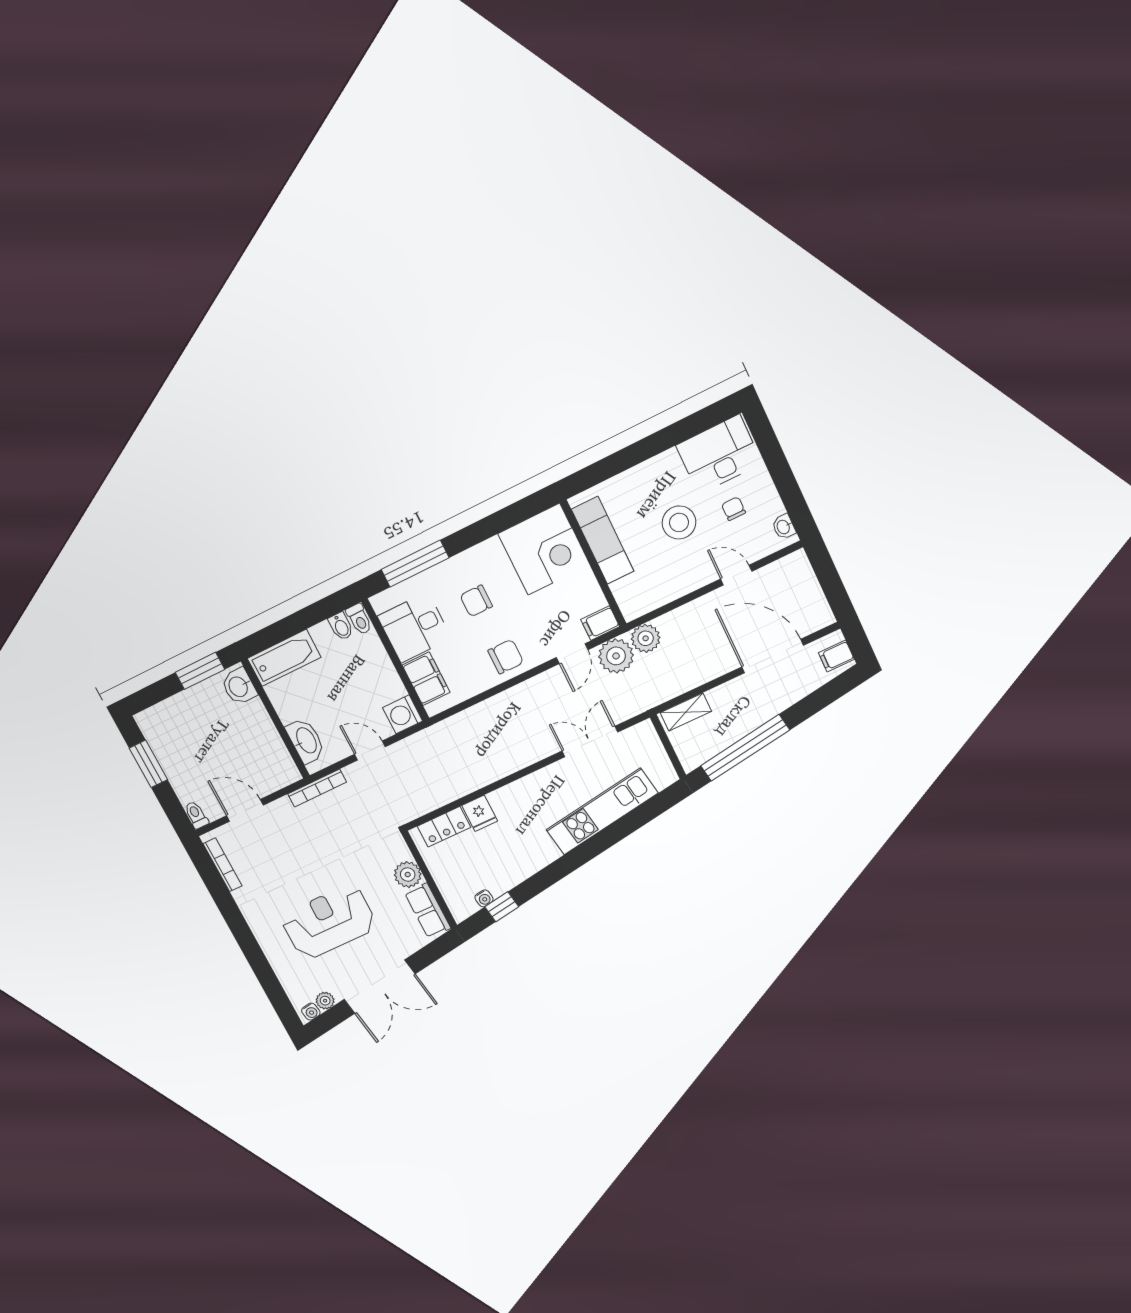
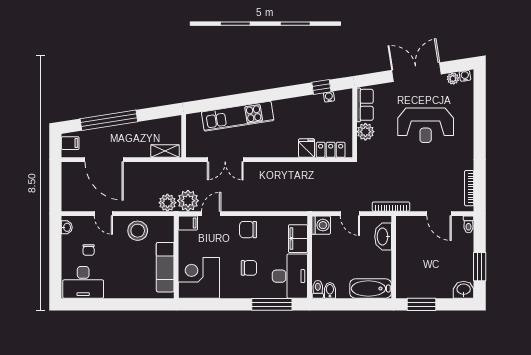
stool: (679, 522) -> (138, 231), moved
desk: (414, 627) -> (290, 276), width x1.37
washbasin: (239, 686) -> (464, 290), moved, turned -90
window: (745, 748) -> (109, 120), moved

